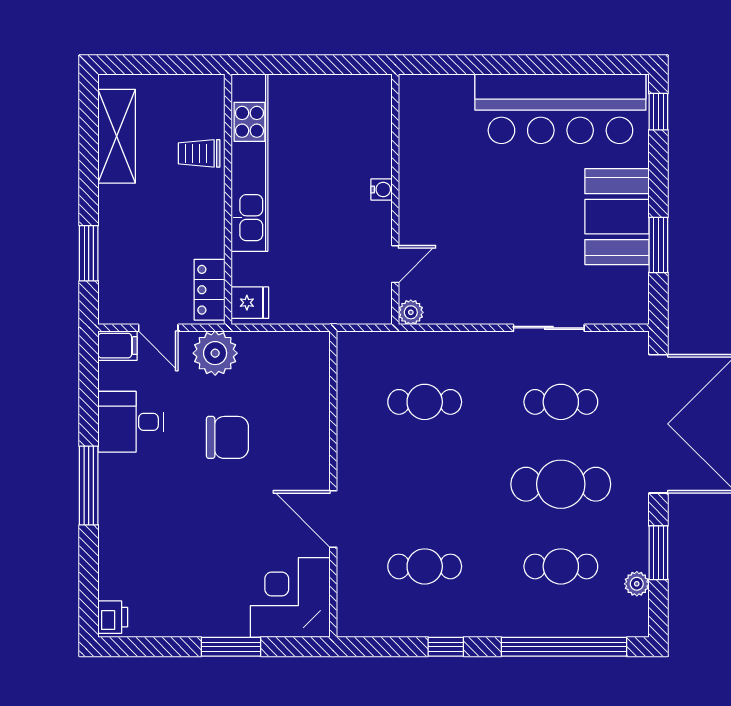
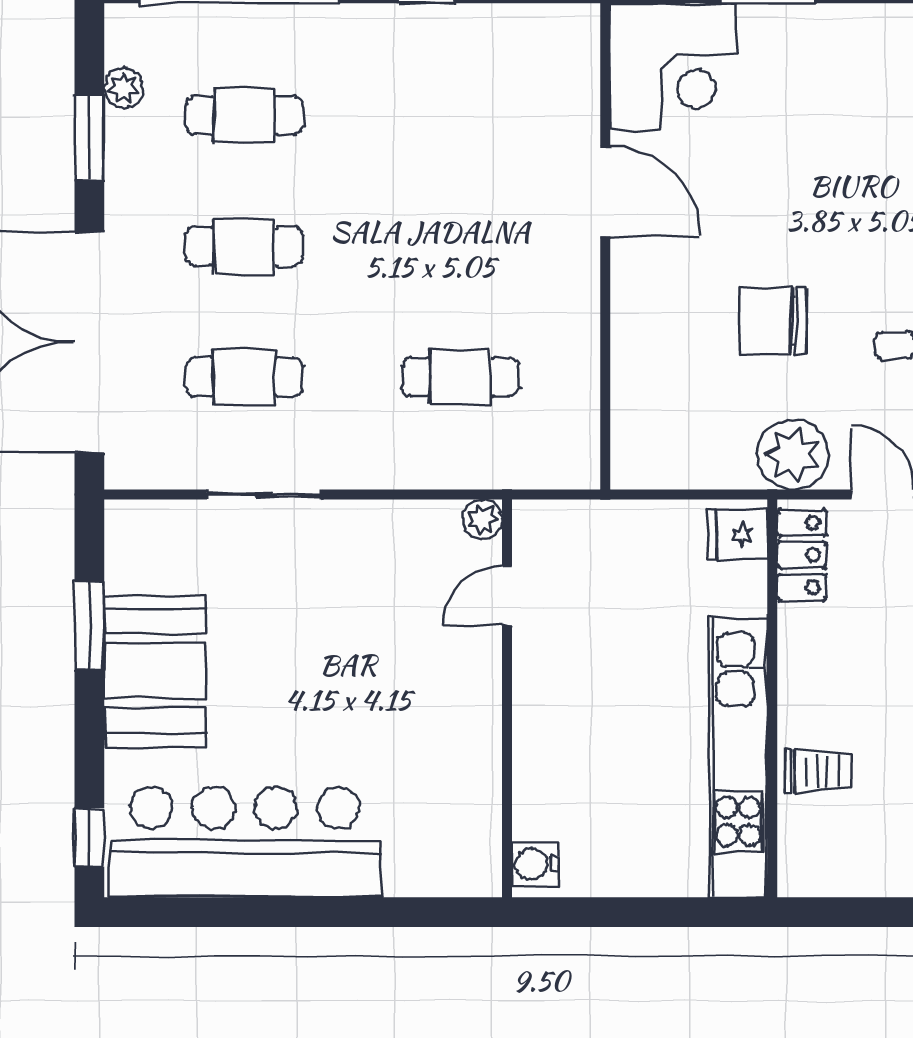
water cooler: (382, 189) -> (535, 864), moved, width x1.38, depth x1.38
cafe table: (561, 484) -> (244, 246), width x0.73, depth x0.74
cafe table: (425, 566) -> (460, 116), removed

